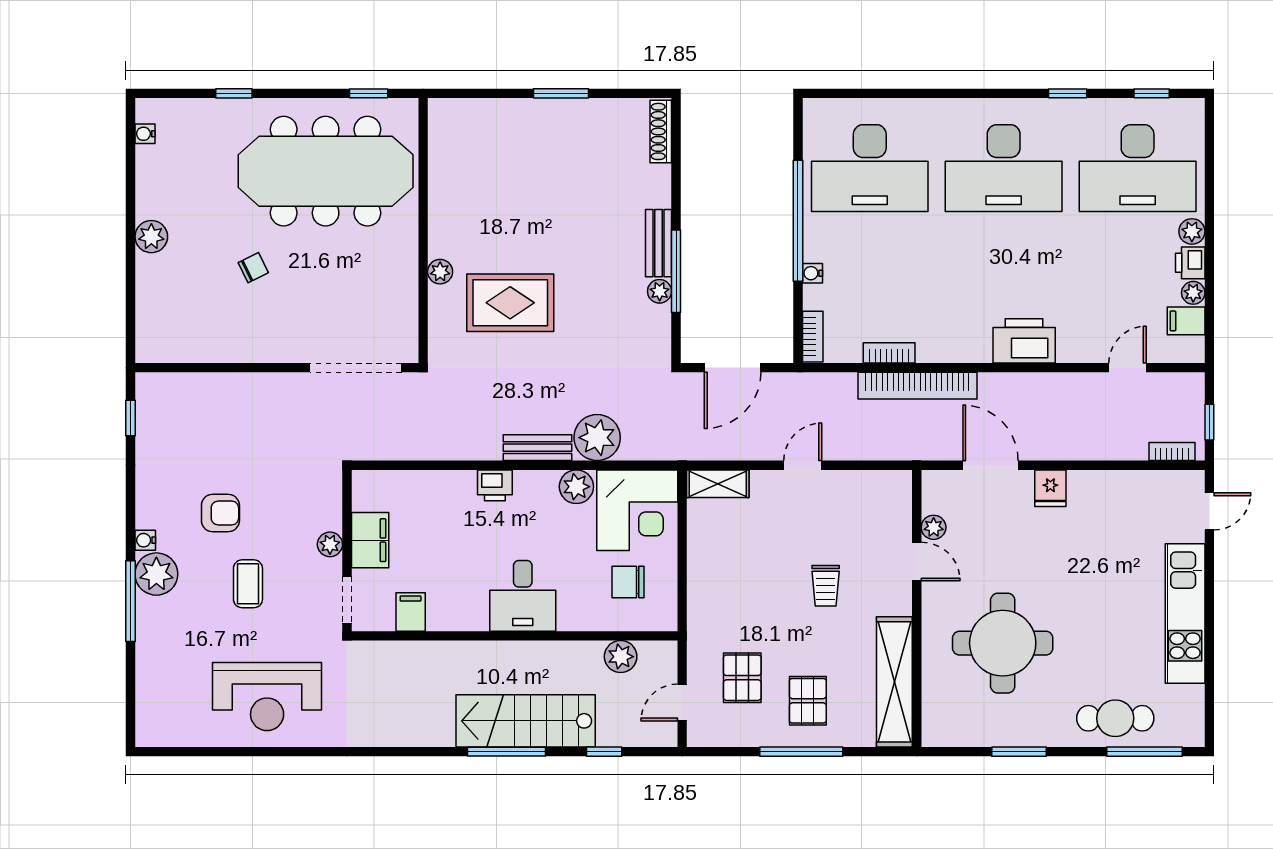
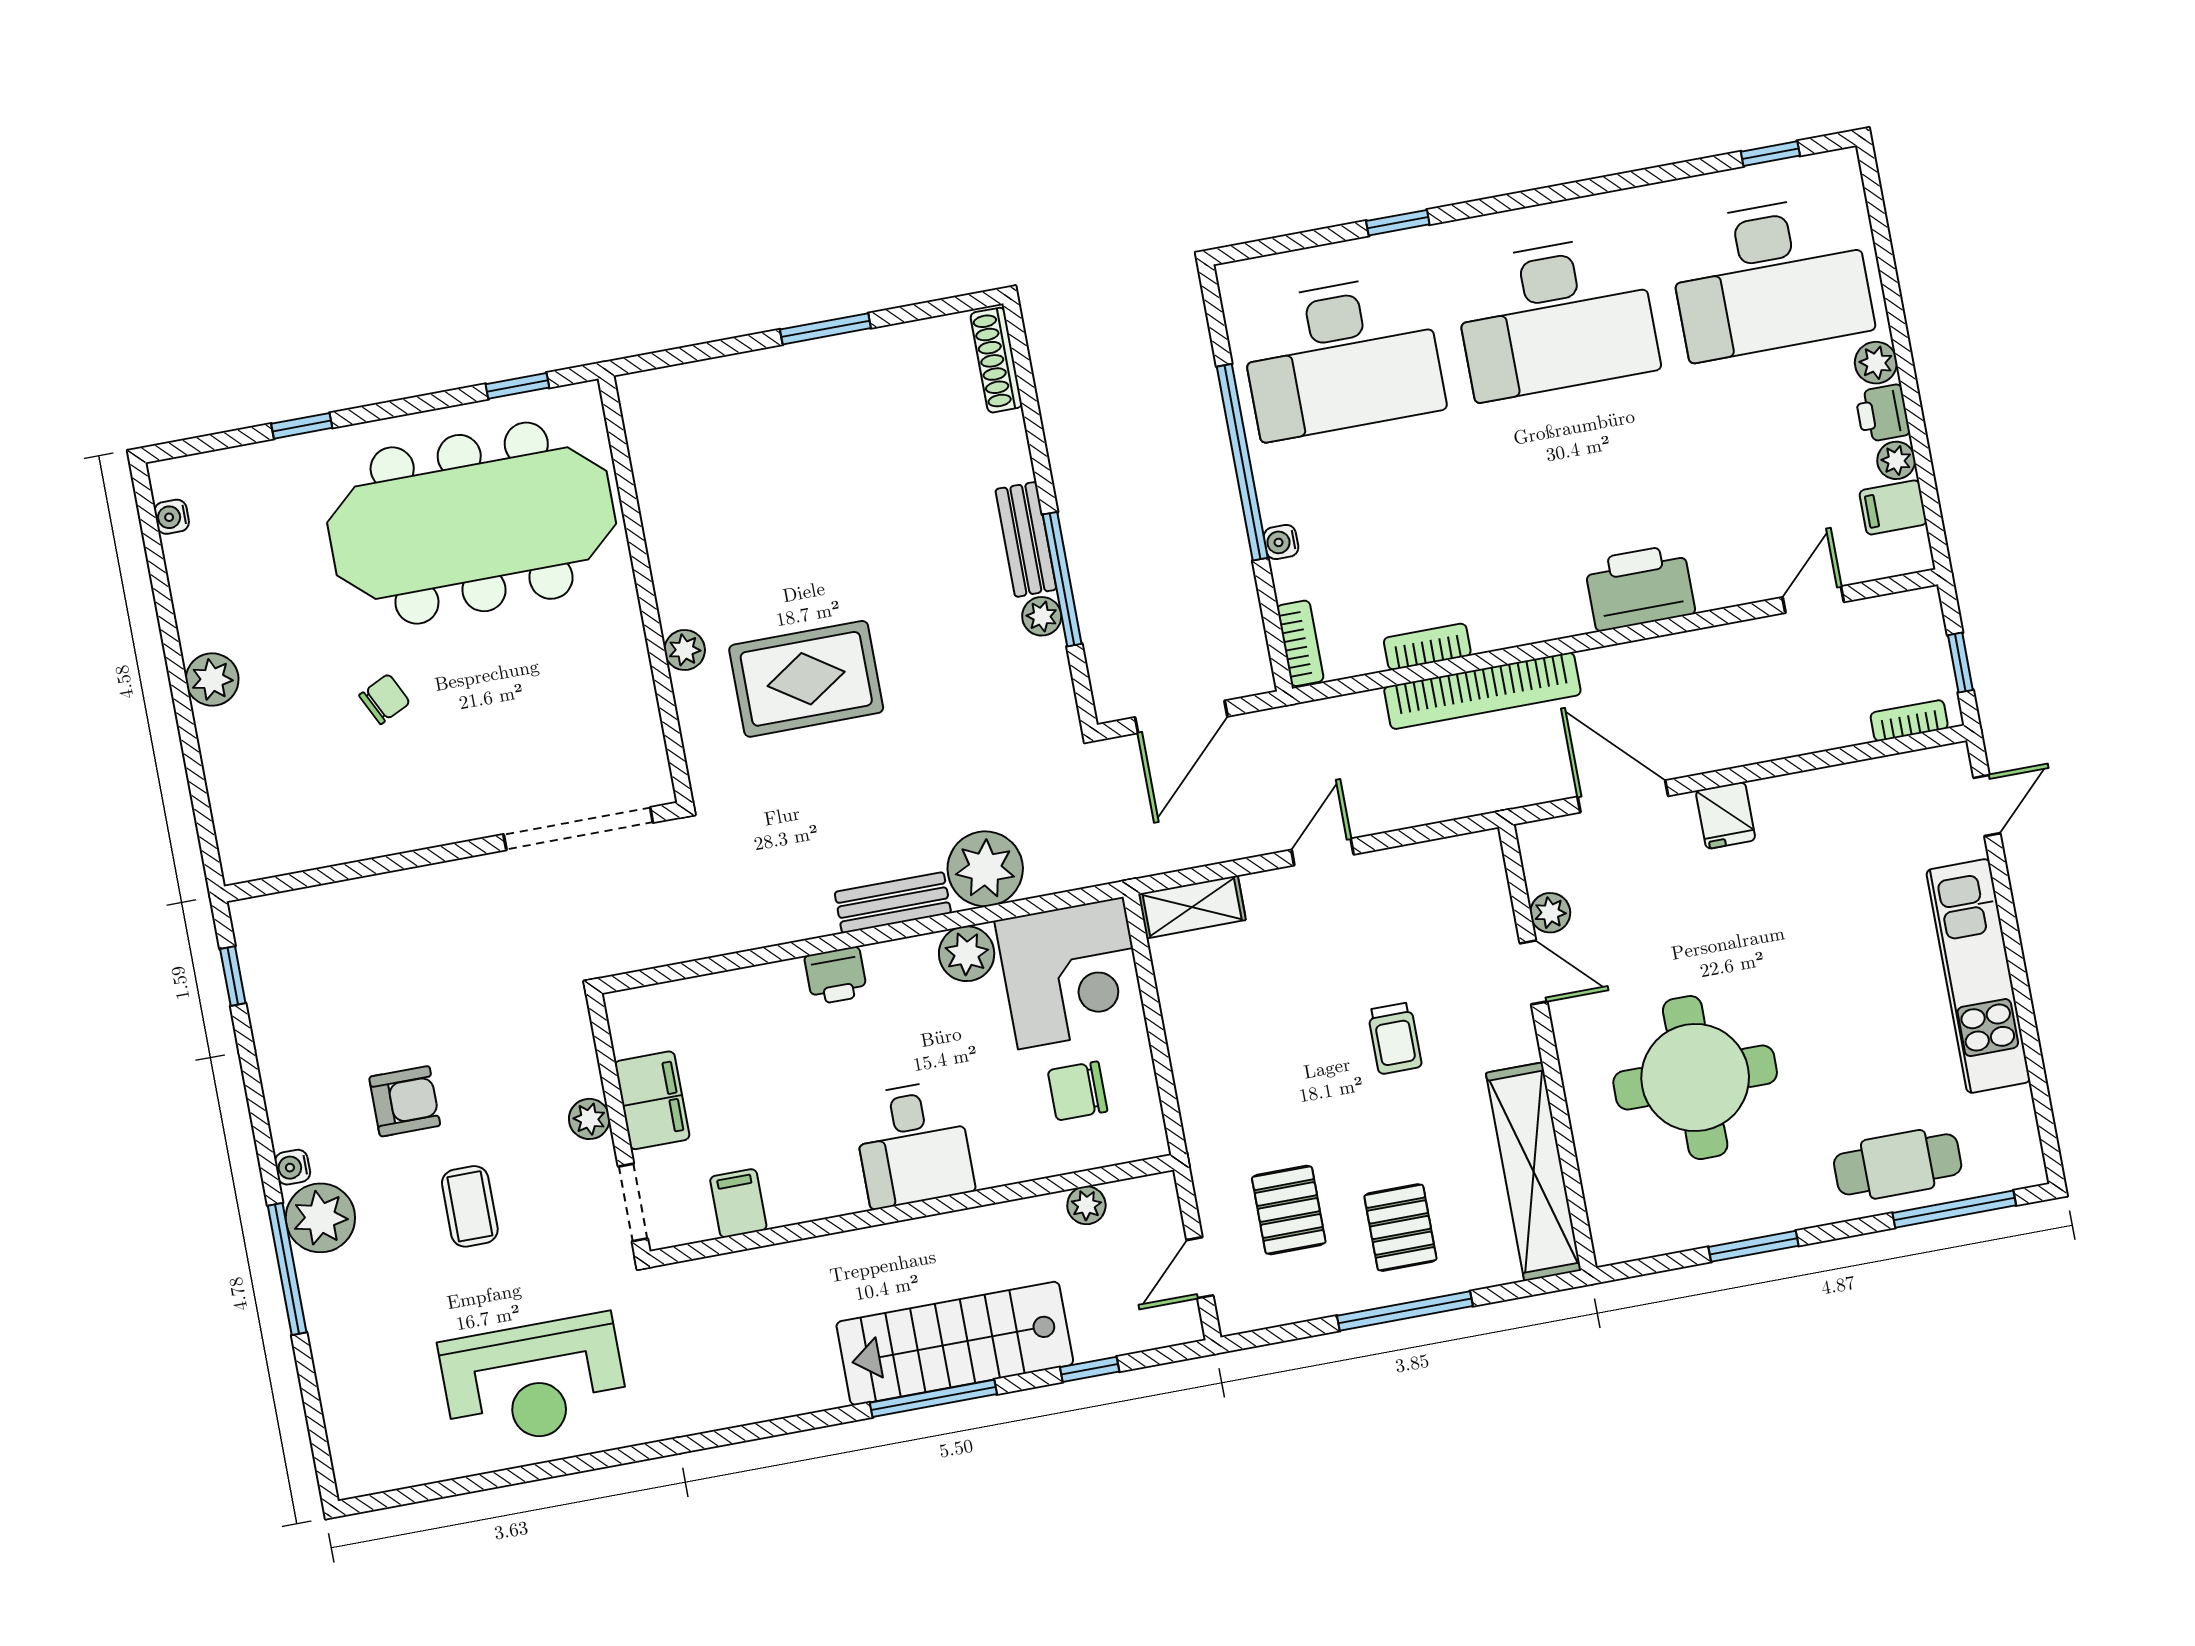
window: (1068, 93) -> (1398, 223), moved
plant: (621, 657) -> (1086, 1205), width x0.73, depth x0.73

